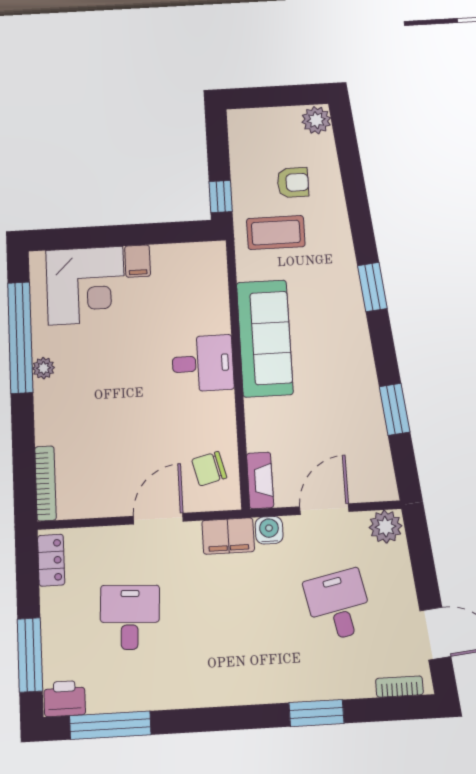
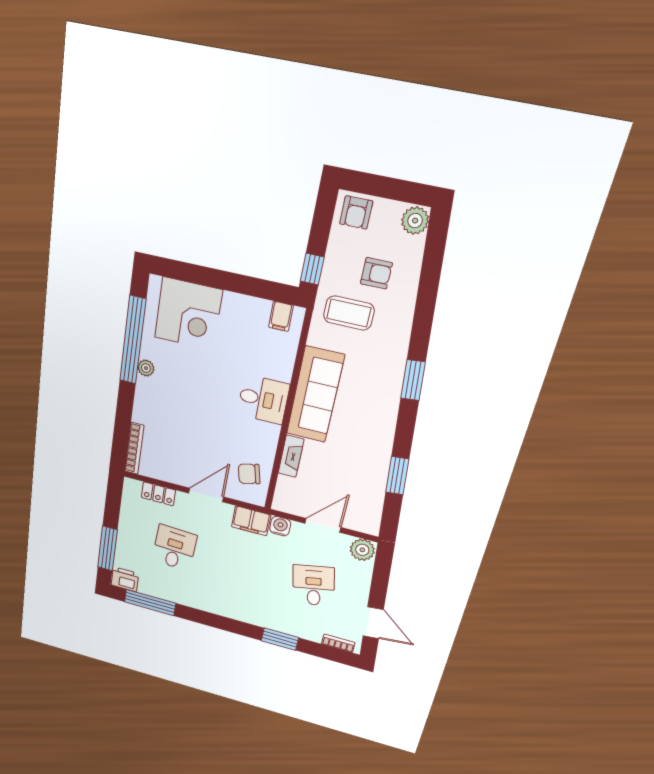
armchair: (252, 127) -> (356, 213), added
filing cabinet: (138, 261) -> (281, 316), moved
fireplace: (260, 480) -> (291, 456), moved
locker: (51, 560) -> (158, 494), moved, turned 90

